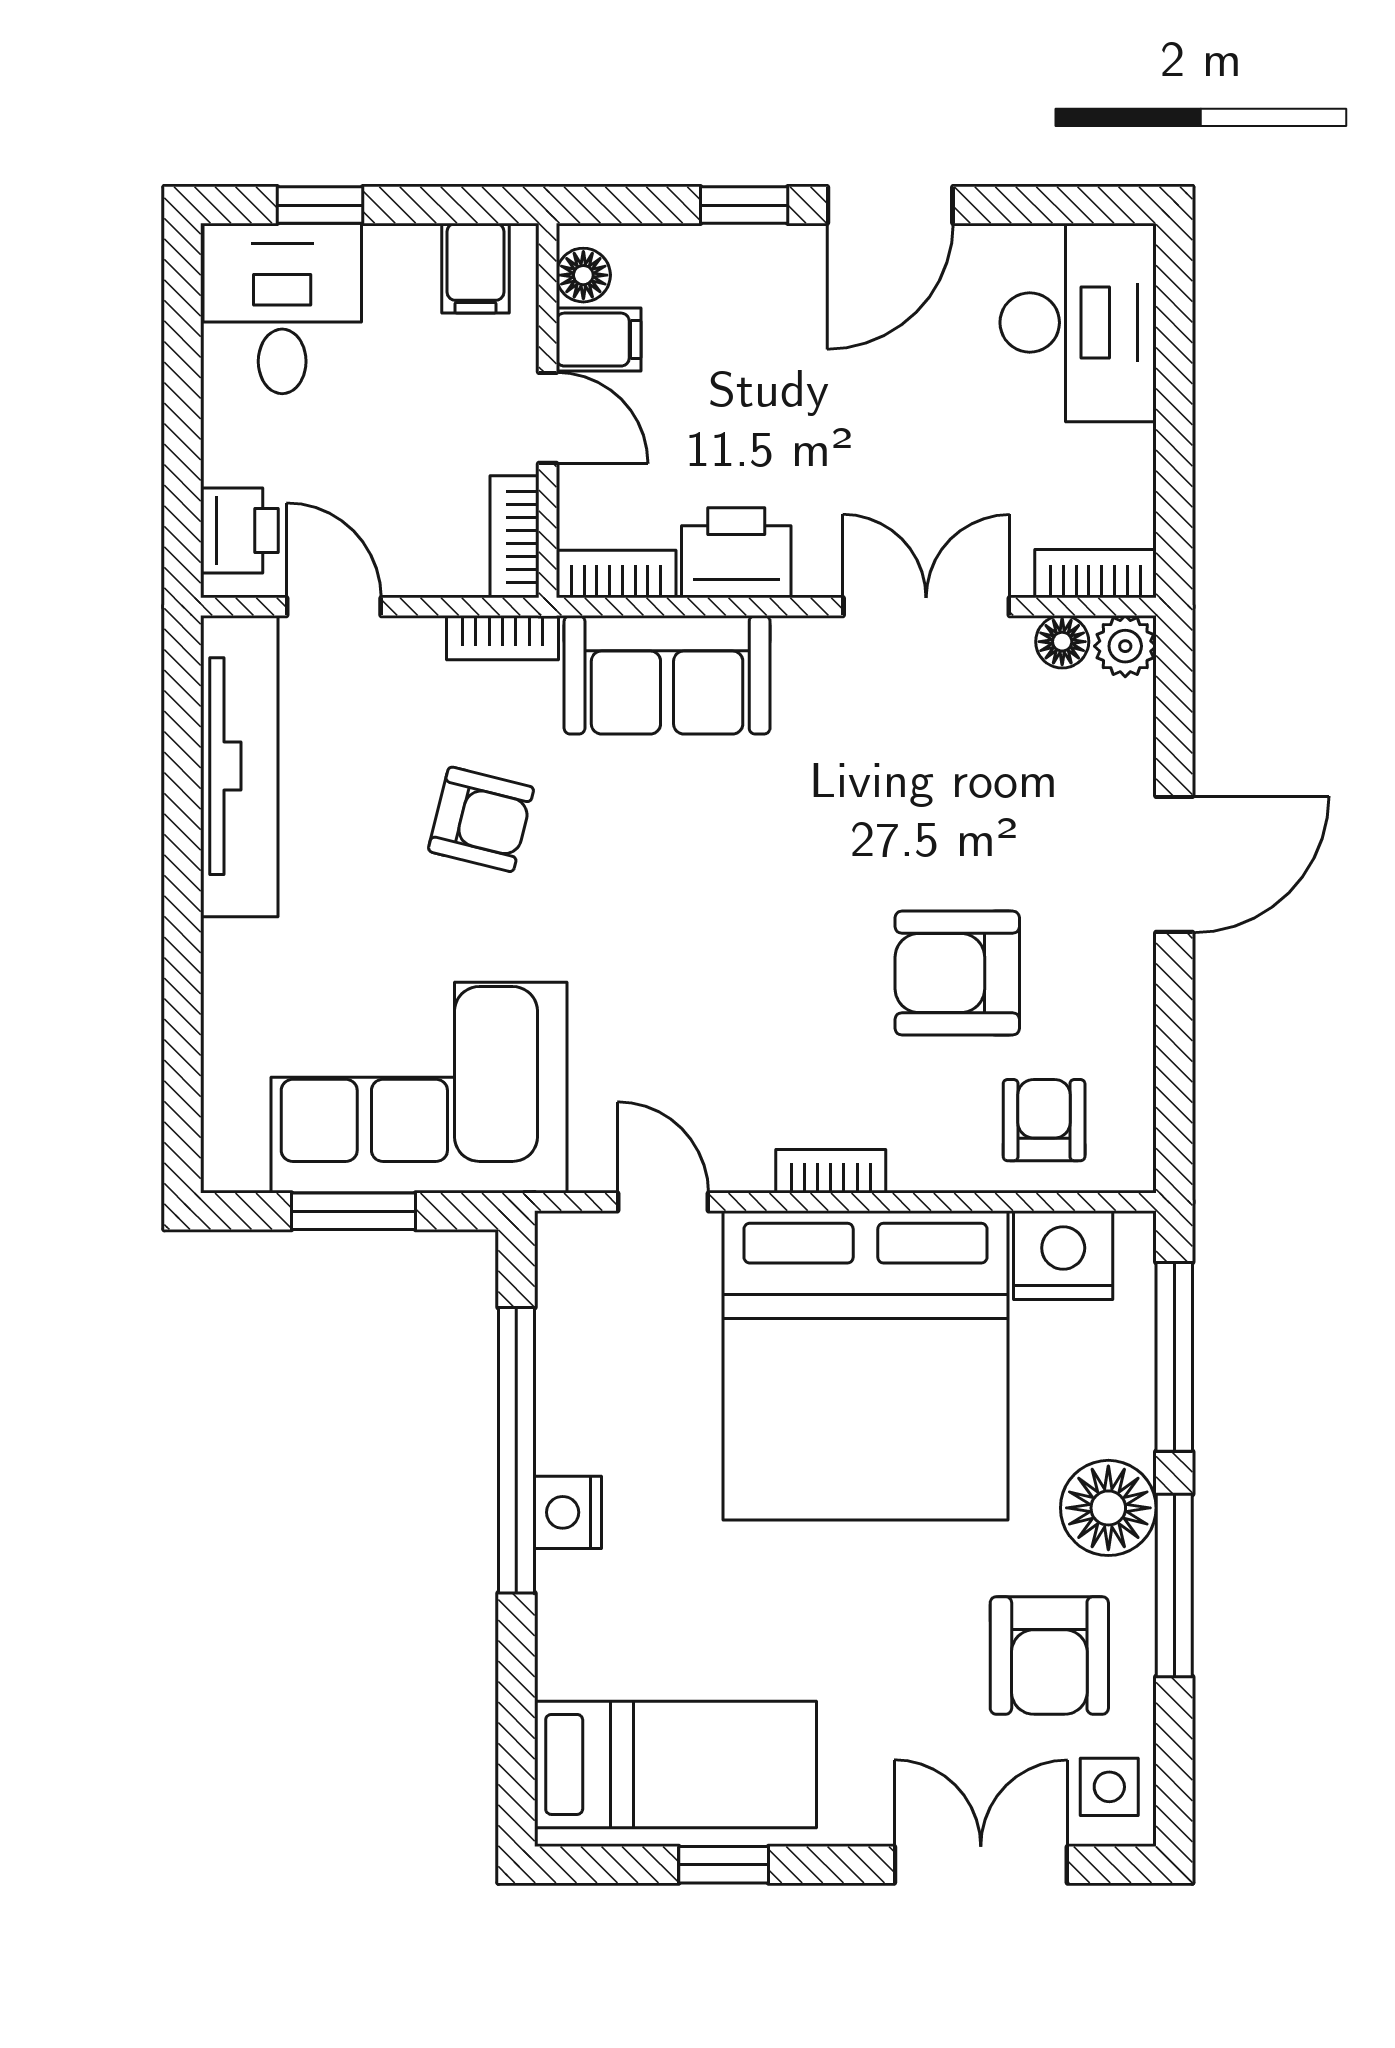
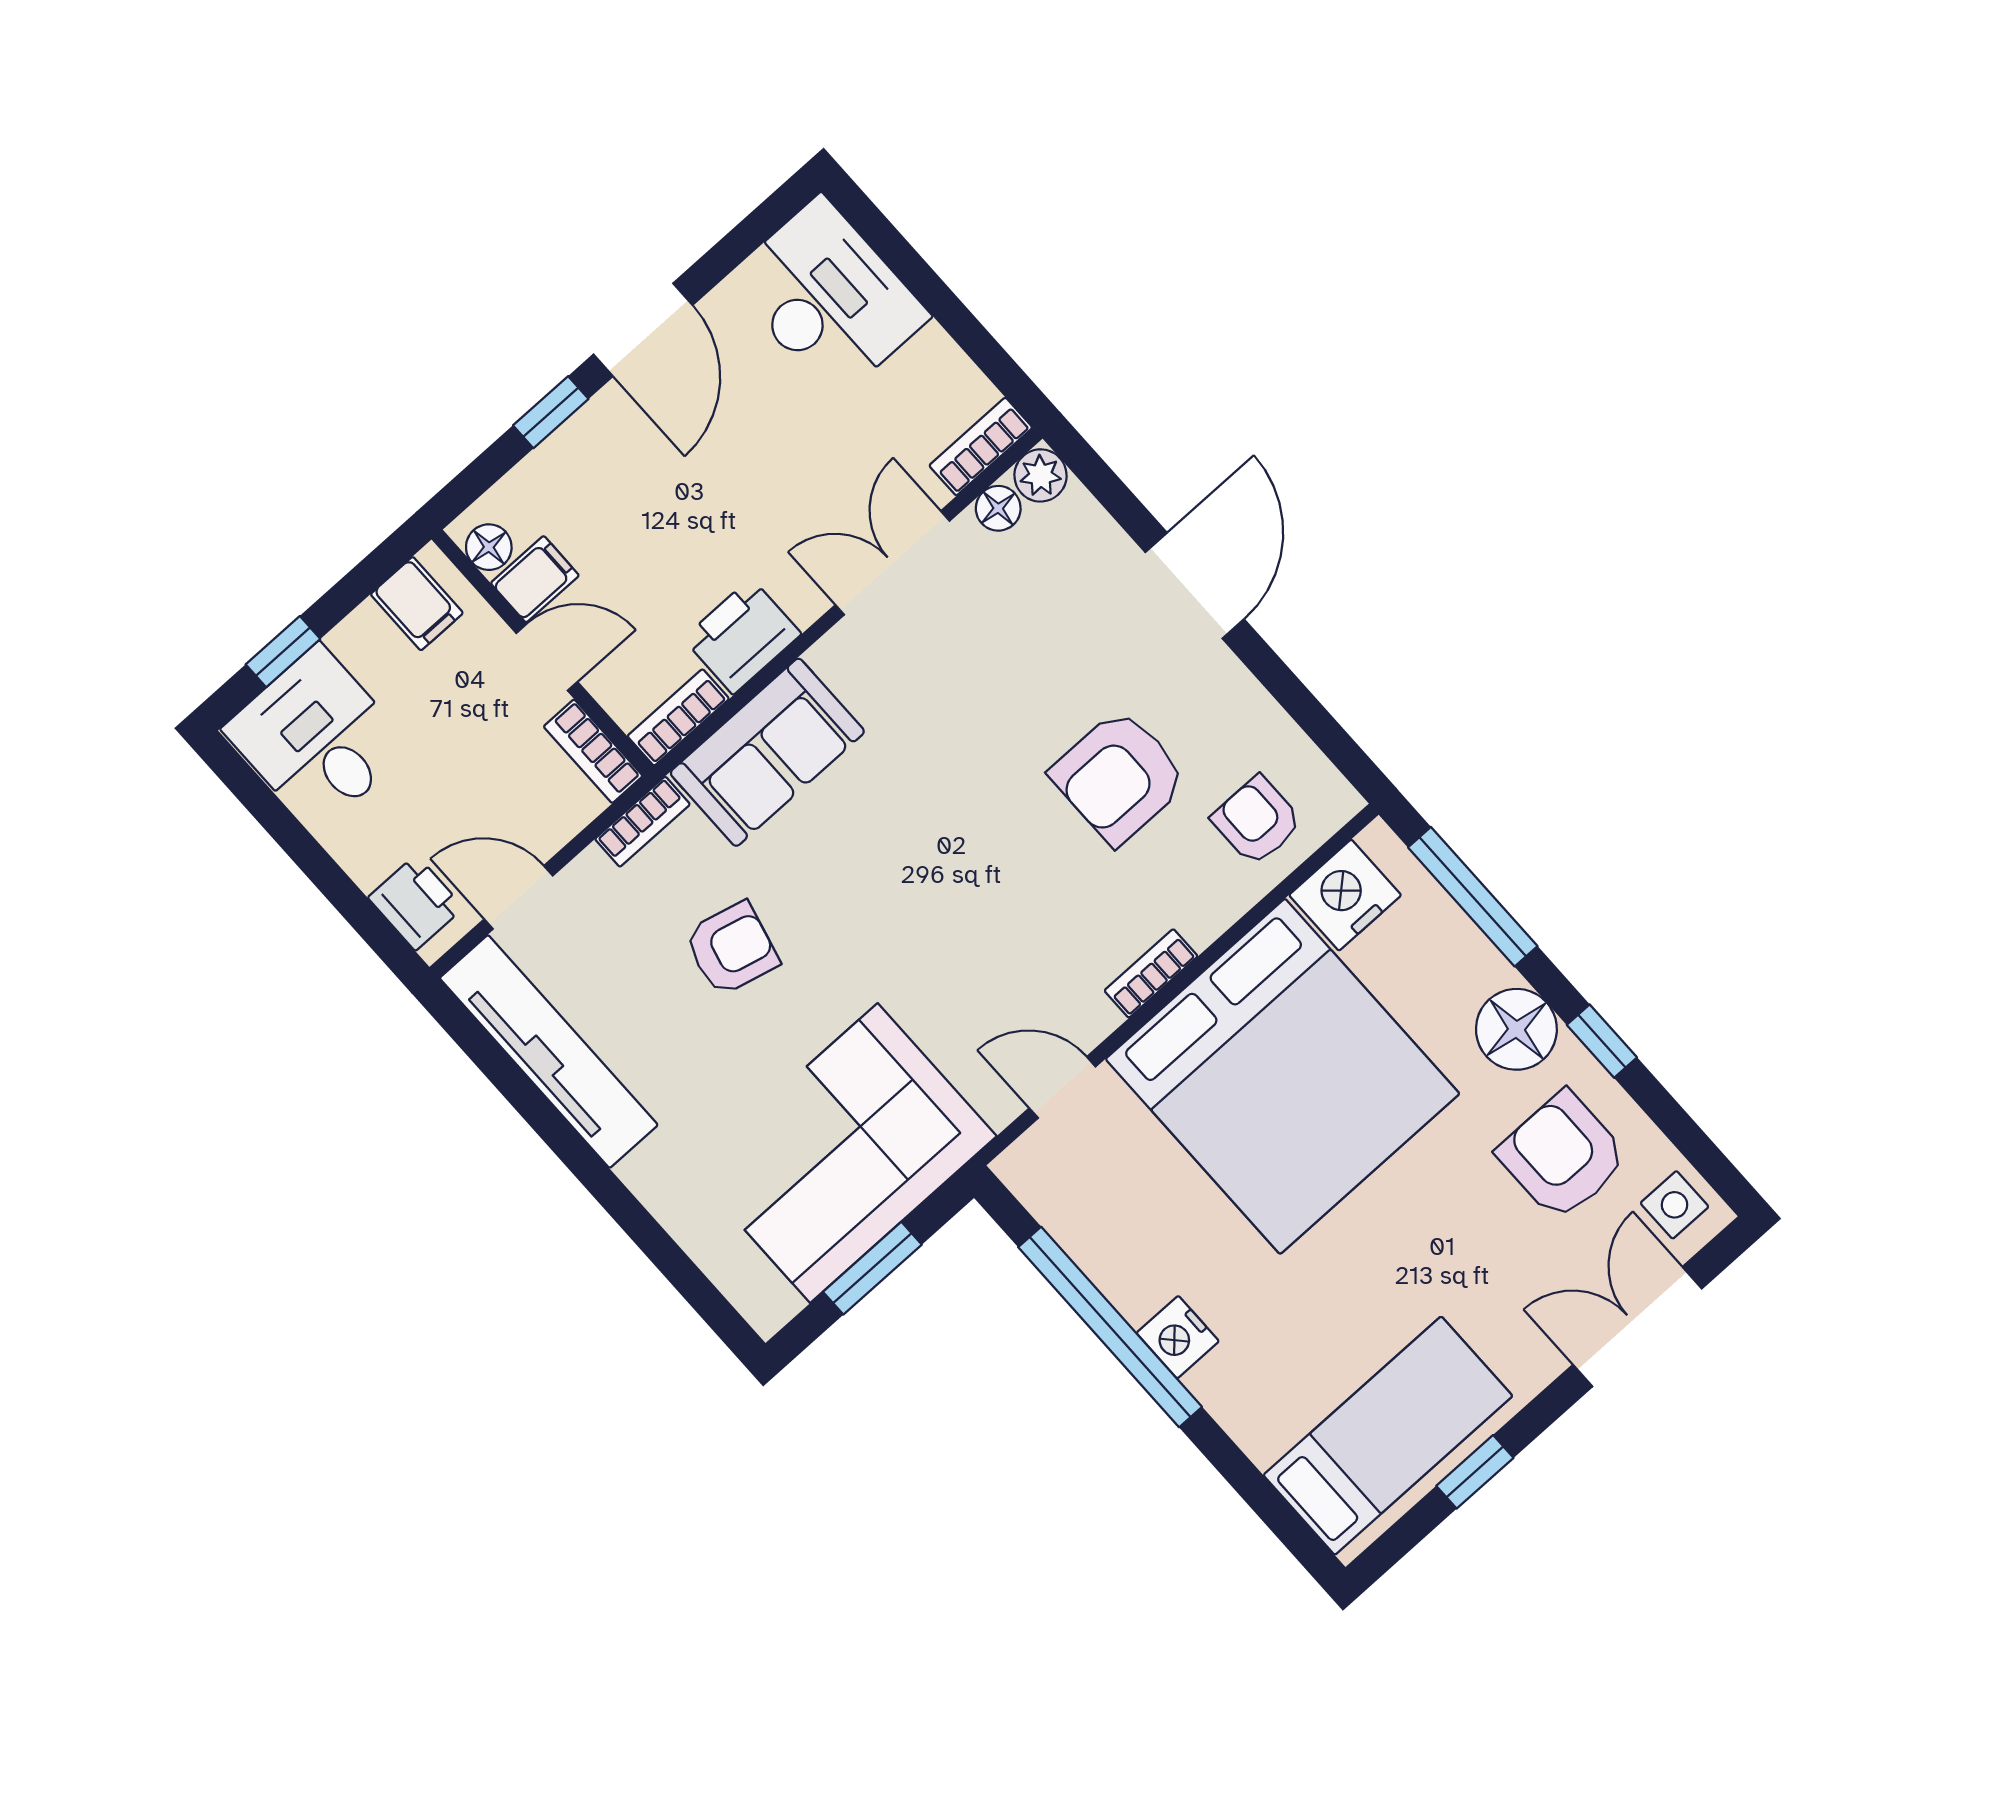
window: (1174, 1586) -> (1602, 1041), width x0.46
armchair: (1049, 1655) -> (1562, 1156), turned 180

